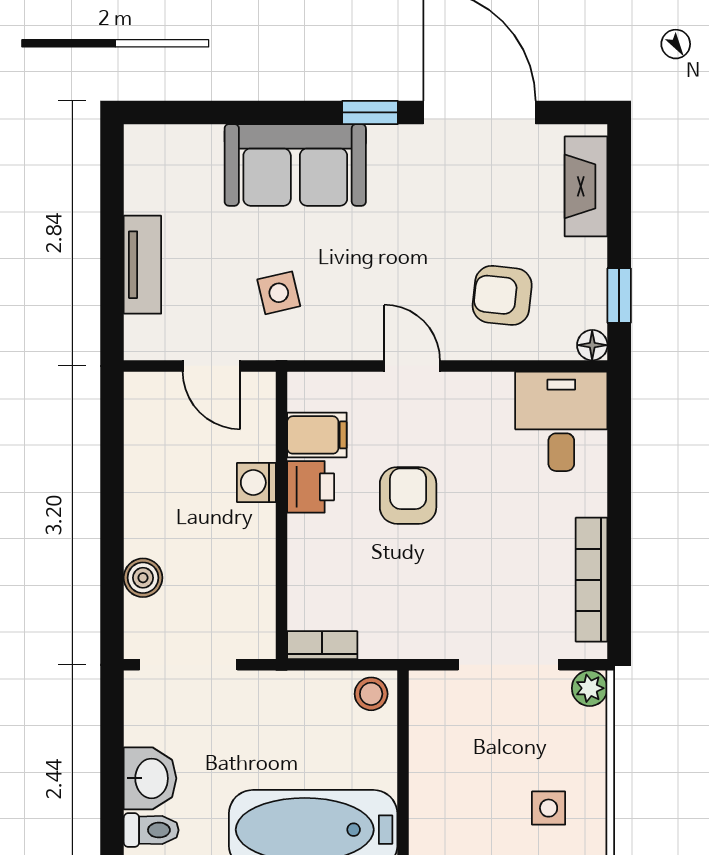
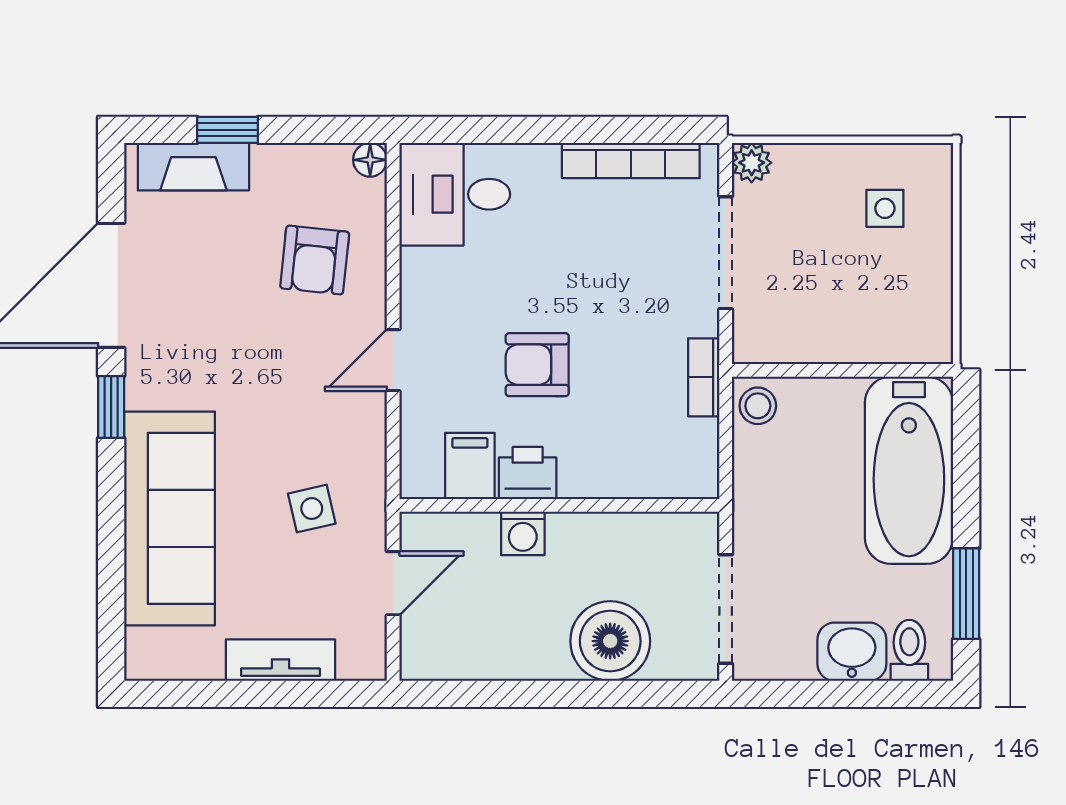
sofa: (295, 165) -> (170, 518), width x1.36
window: (619, 296) -> (228, 130), moved
boiler: (143, 578) -> (610, 641), width x1.86, depth x1.86
bookcase: (322, 645) -> (704, 377), moved

